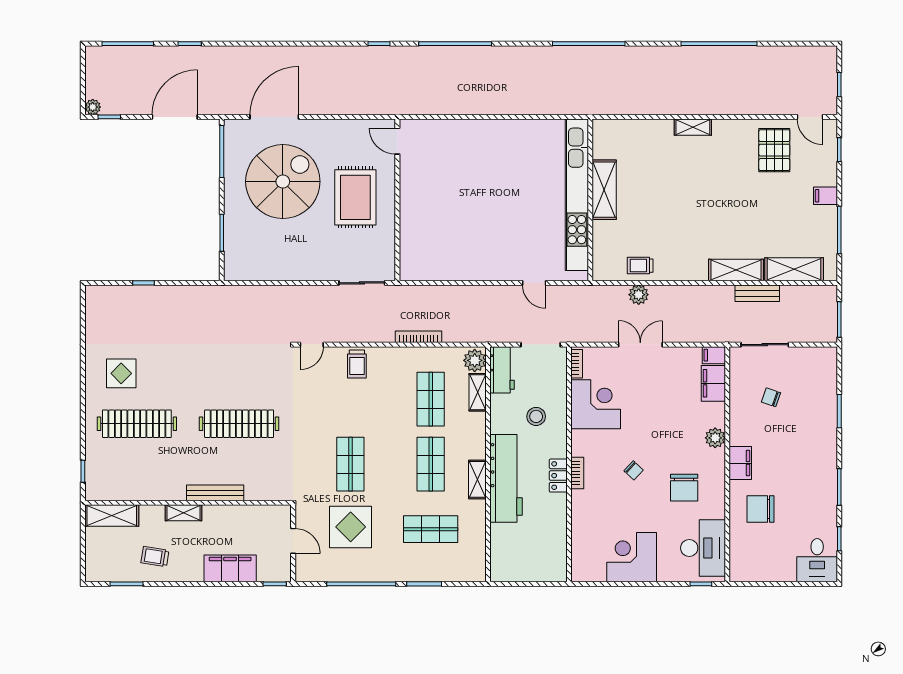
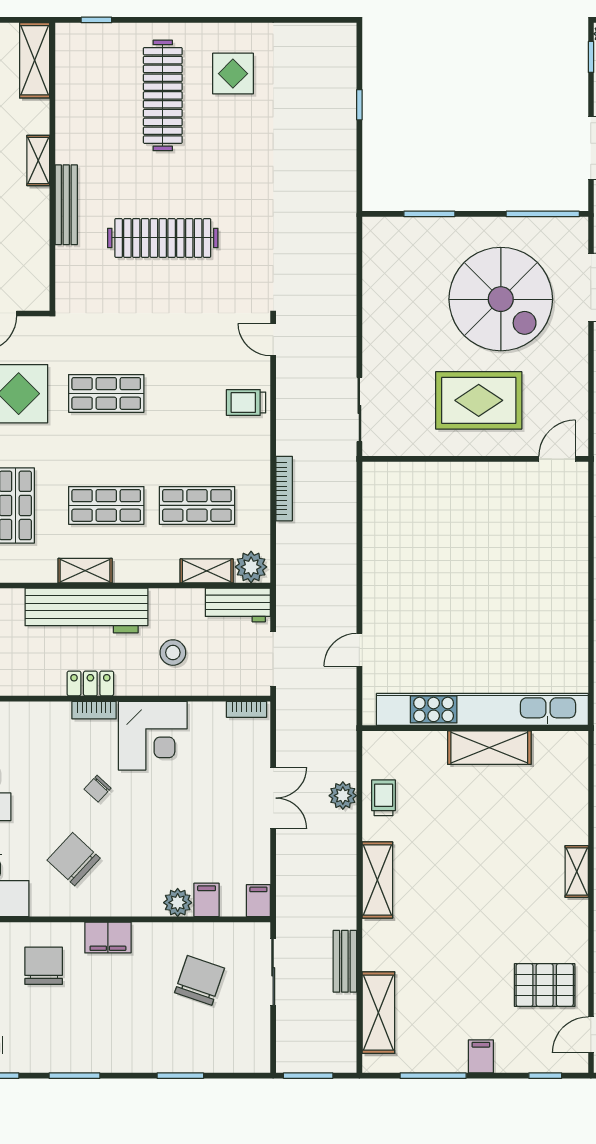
shelving: (736, 270) -> (377, 880), moved
filing cabinet: (713, 383) -> (207, 900), width x0.50
chair: (771, 397) -> (200, 980), width x1.87, depth x1.87
corner desk: (596, 404) -> (153, 736), moved
clothes rail: (239, 424) -> (163, 238), turned 90
plant: (715, 438) -> (178, 903), moved
chair: (684, 488) -> (74, 859), turned 43

